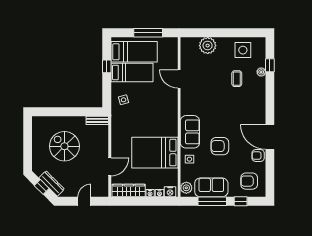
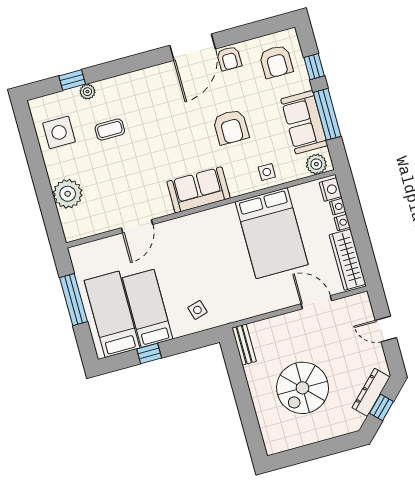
sofa: (190, 132) -> (198, 190), moved

